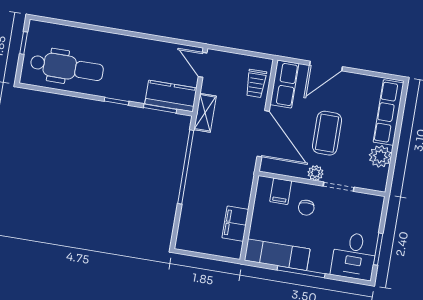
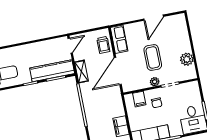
door: (203, 65) -> (70, 46), swing flipped
door: (326, 66) -> (154, 18), moved
kitchen counter: (171, 96) -> (52, 71), width x1.50
row of seats: (388, 113) -> (182, 33), removed
door: (263, 134) -> (118, 71), swing flipped

